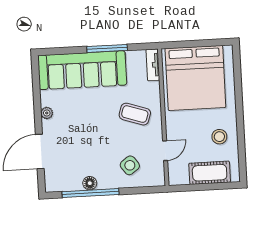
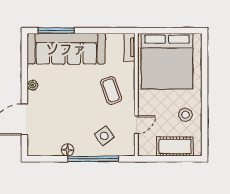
window: (107, 48) -> (56, 31), moved
coffee table: (135, 114) -> (111, 90), turned 52
window: (90, 193) -> (93, 159), moved

